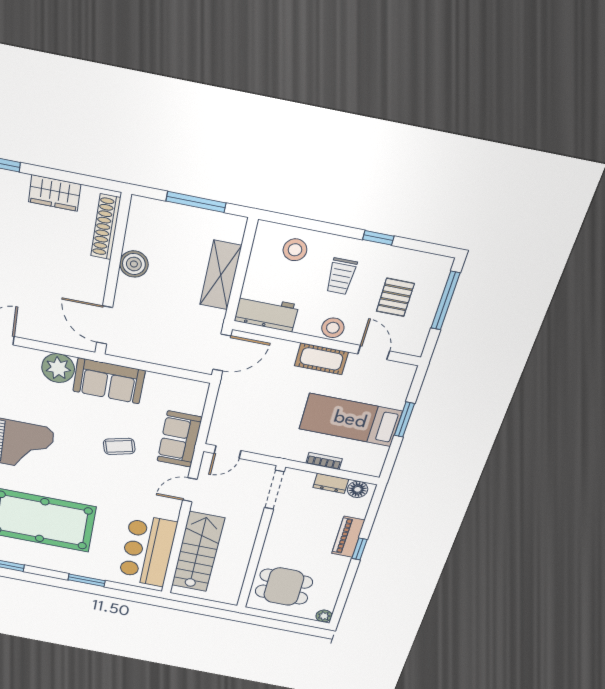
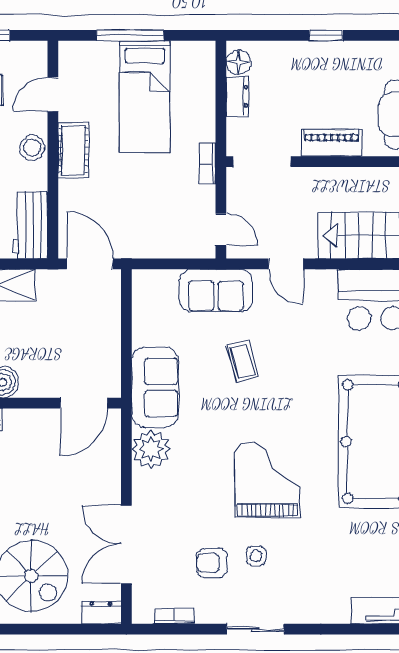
window: (404, 420) -> (130, 35), width x1.44
bookcase: (324, 461) -> (207, 164), moved
piano: (348, 537) -> (331, 143), moved, turned 180

